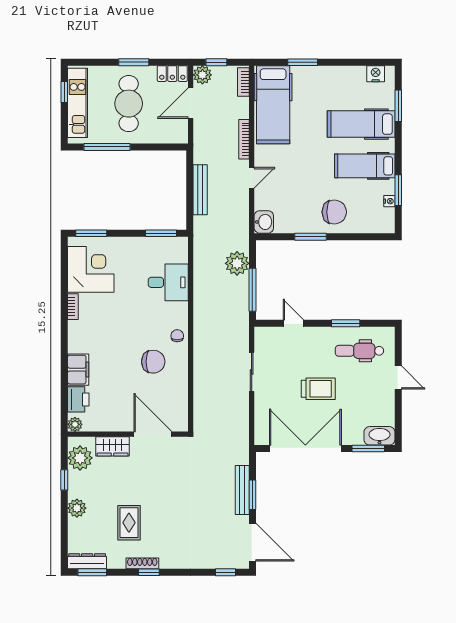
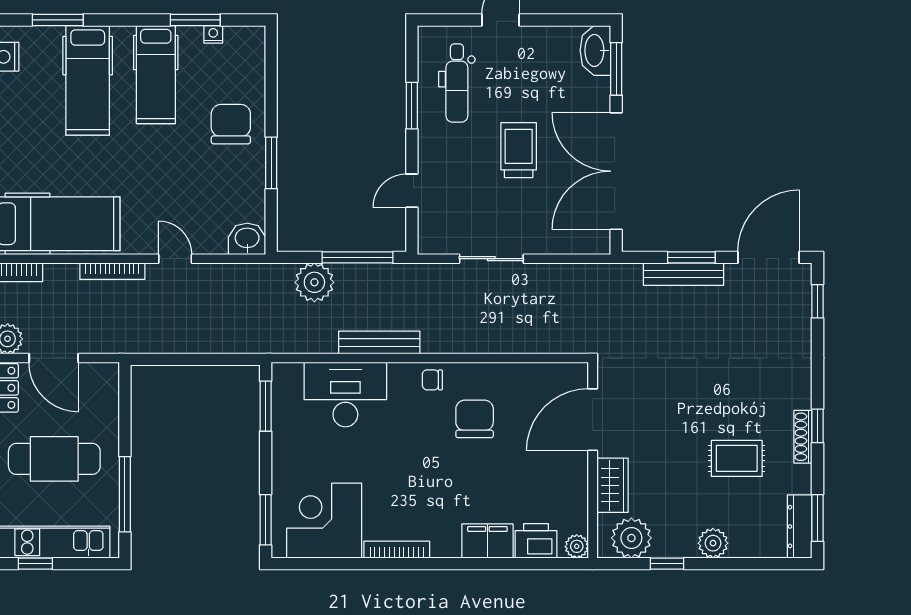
bench: (200, 190) -> (379, 342), moved
desk: (168, 282) -> (345, 394), width x1.37
bookcase: (73, 307) -> (397, 550), width x1.56

